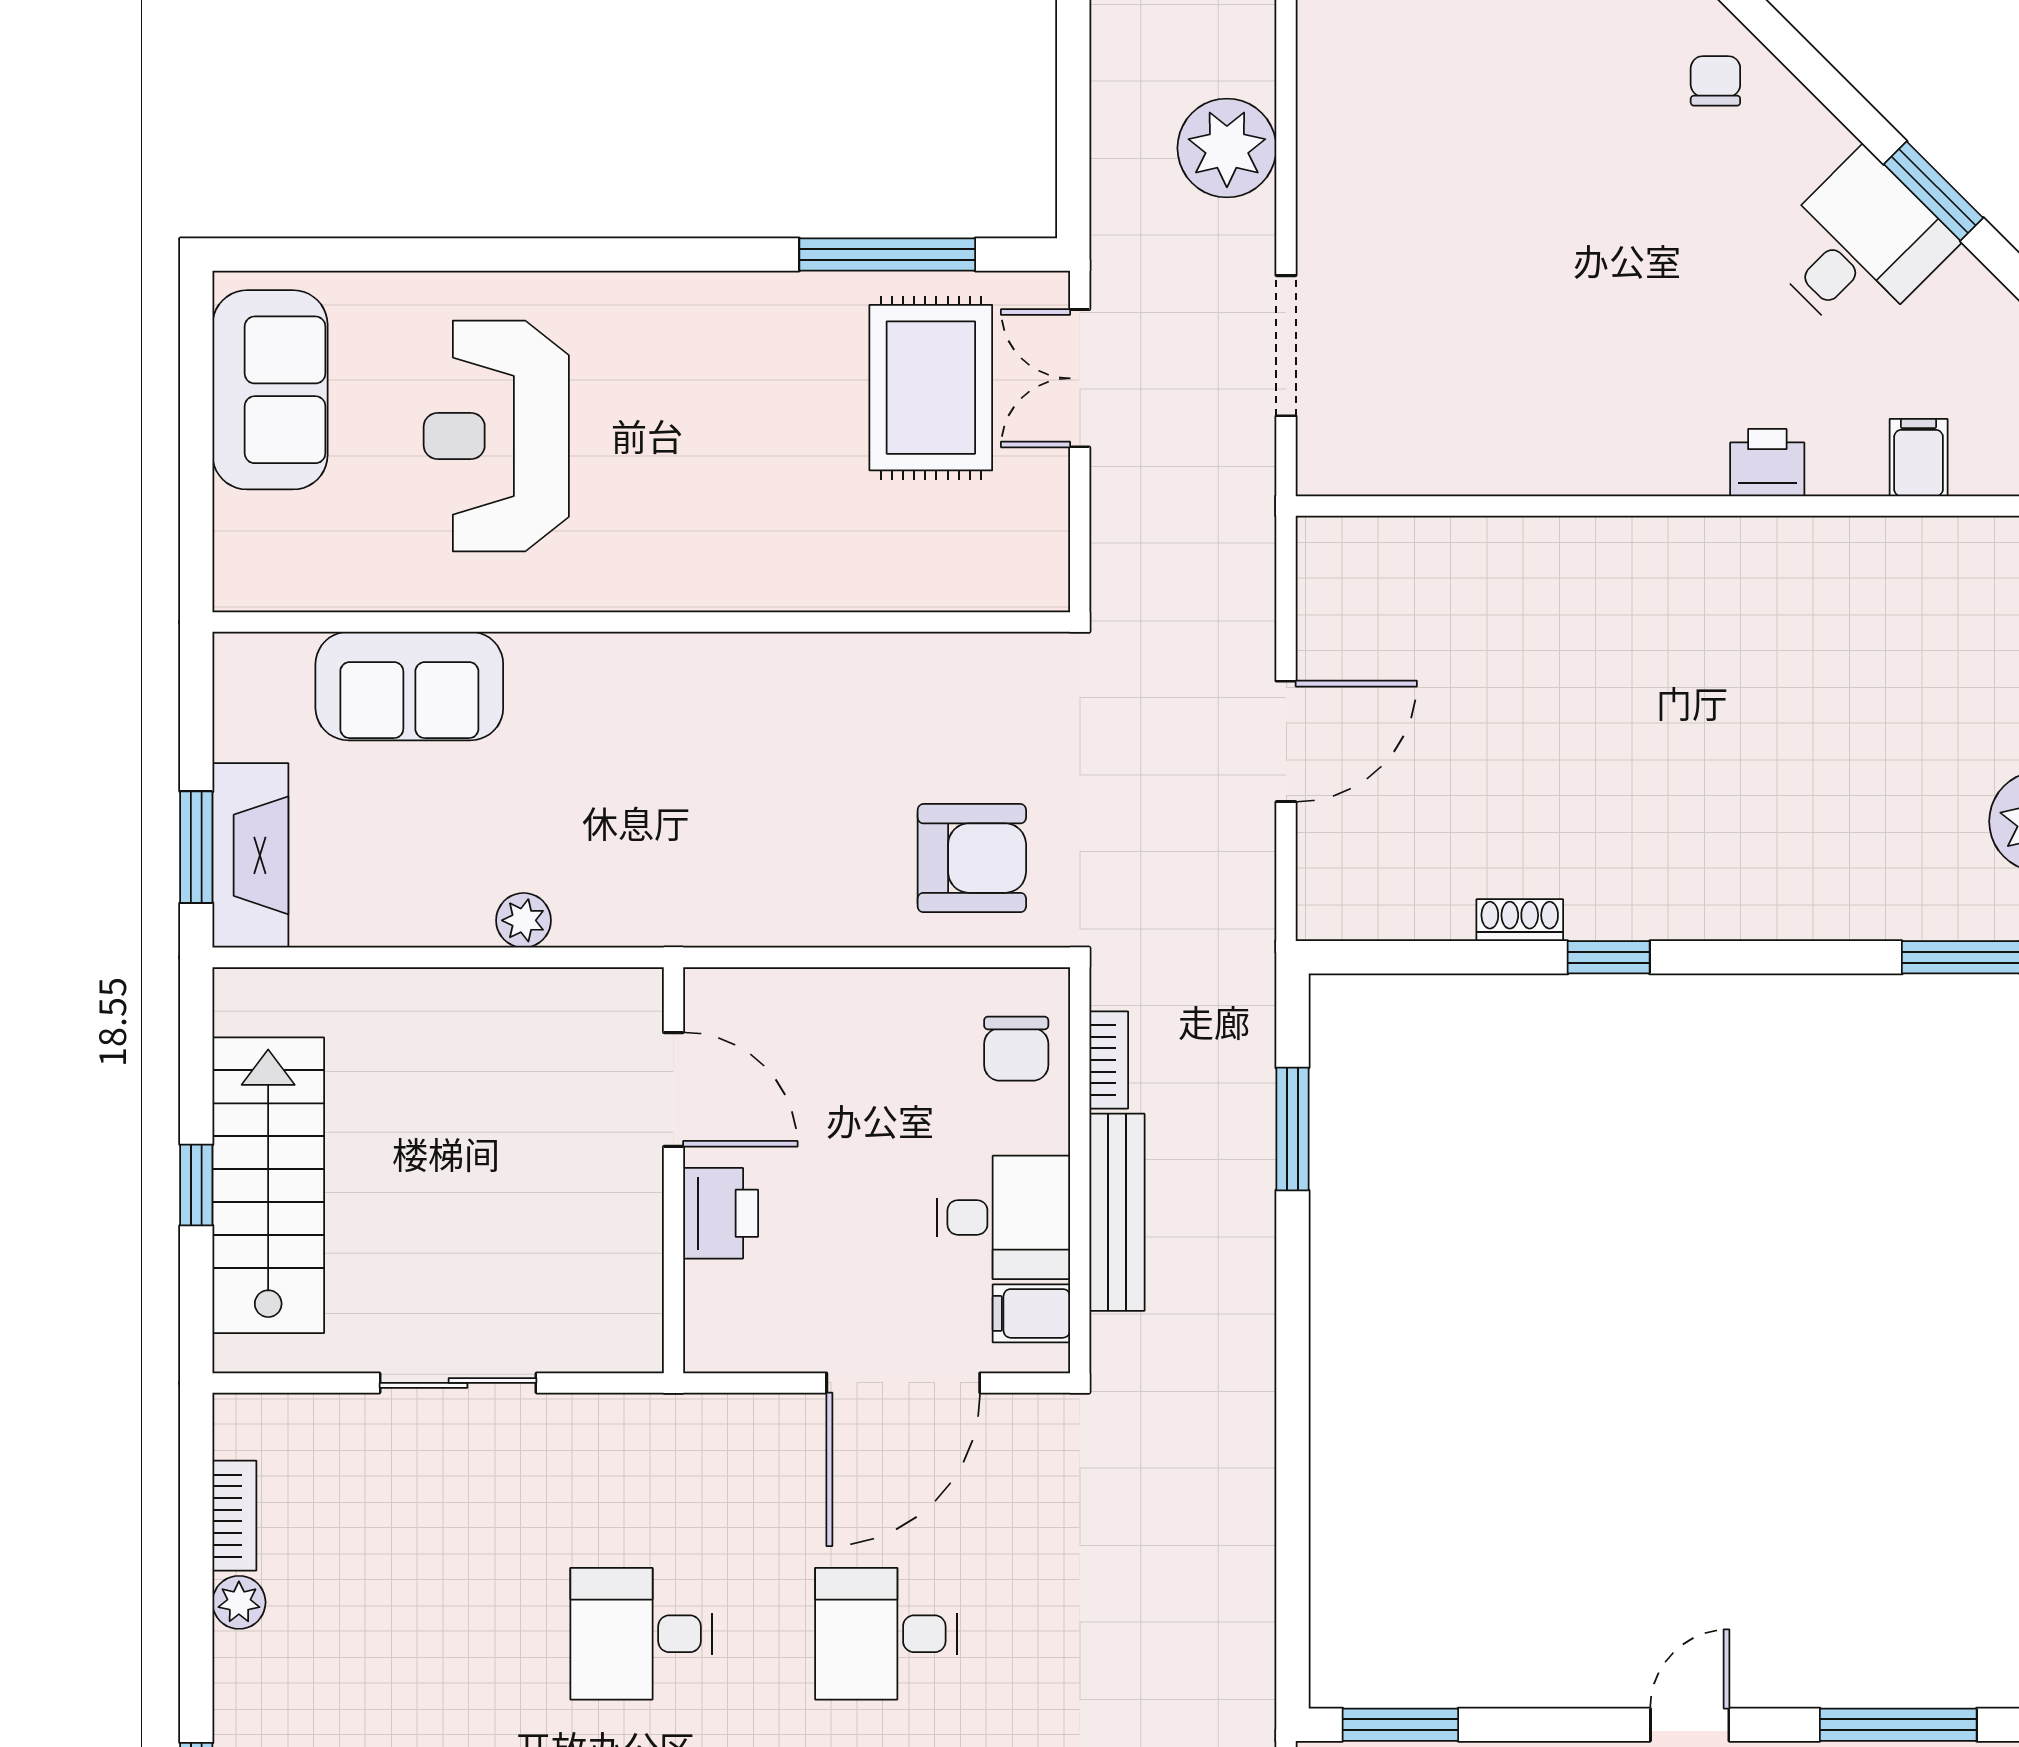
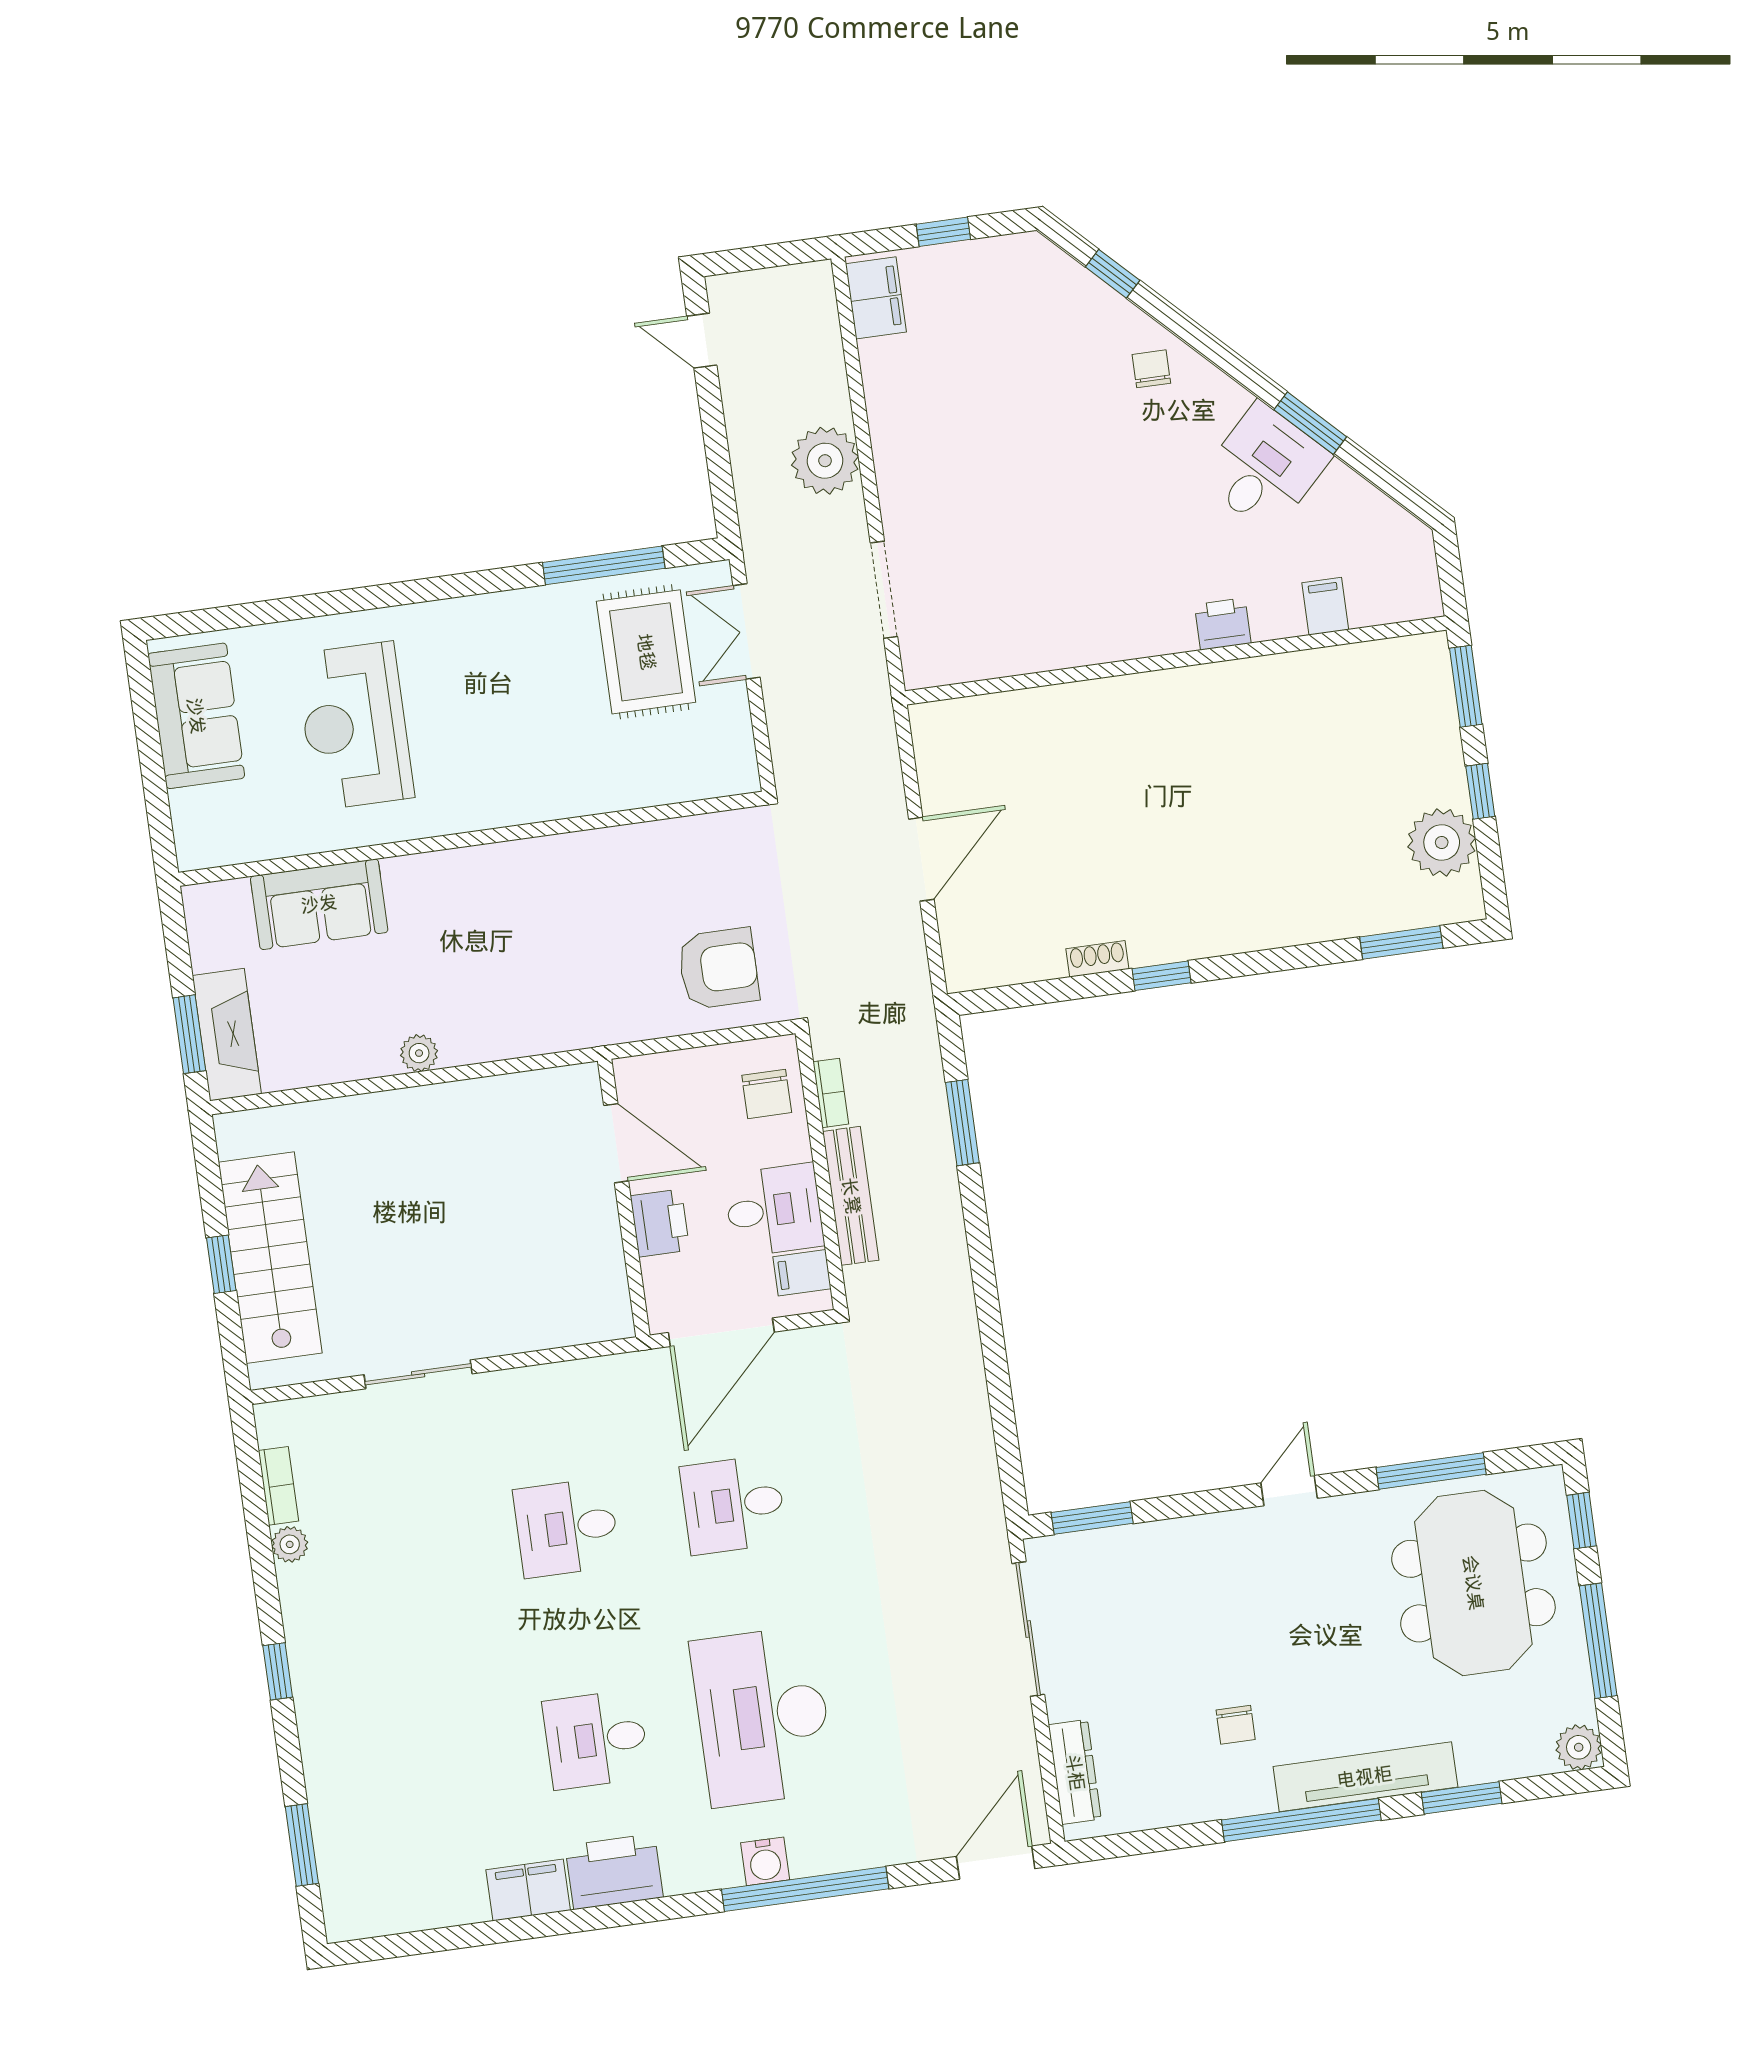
door: (673, 1090) -> (616, 1143), moved
wall: (673, 1170) -> (624, 1198), moved
printer: (721, 1213) -> (660, 1223), moved

